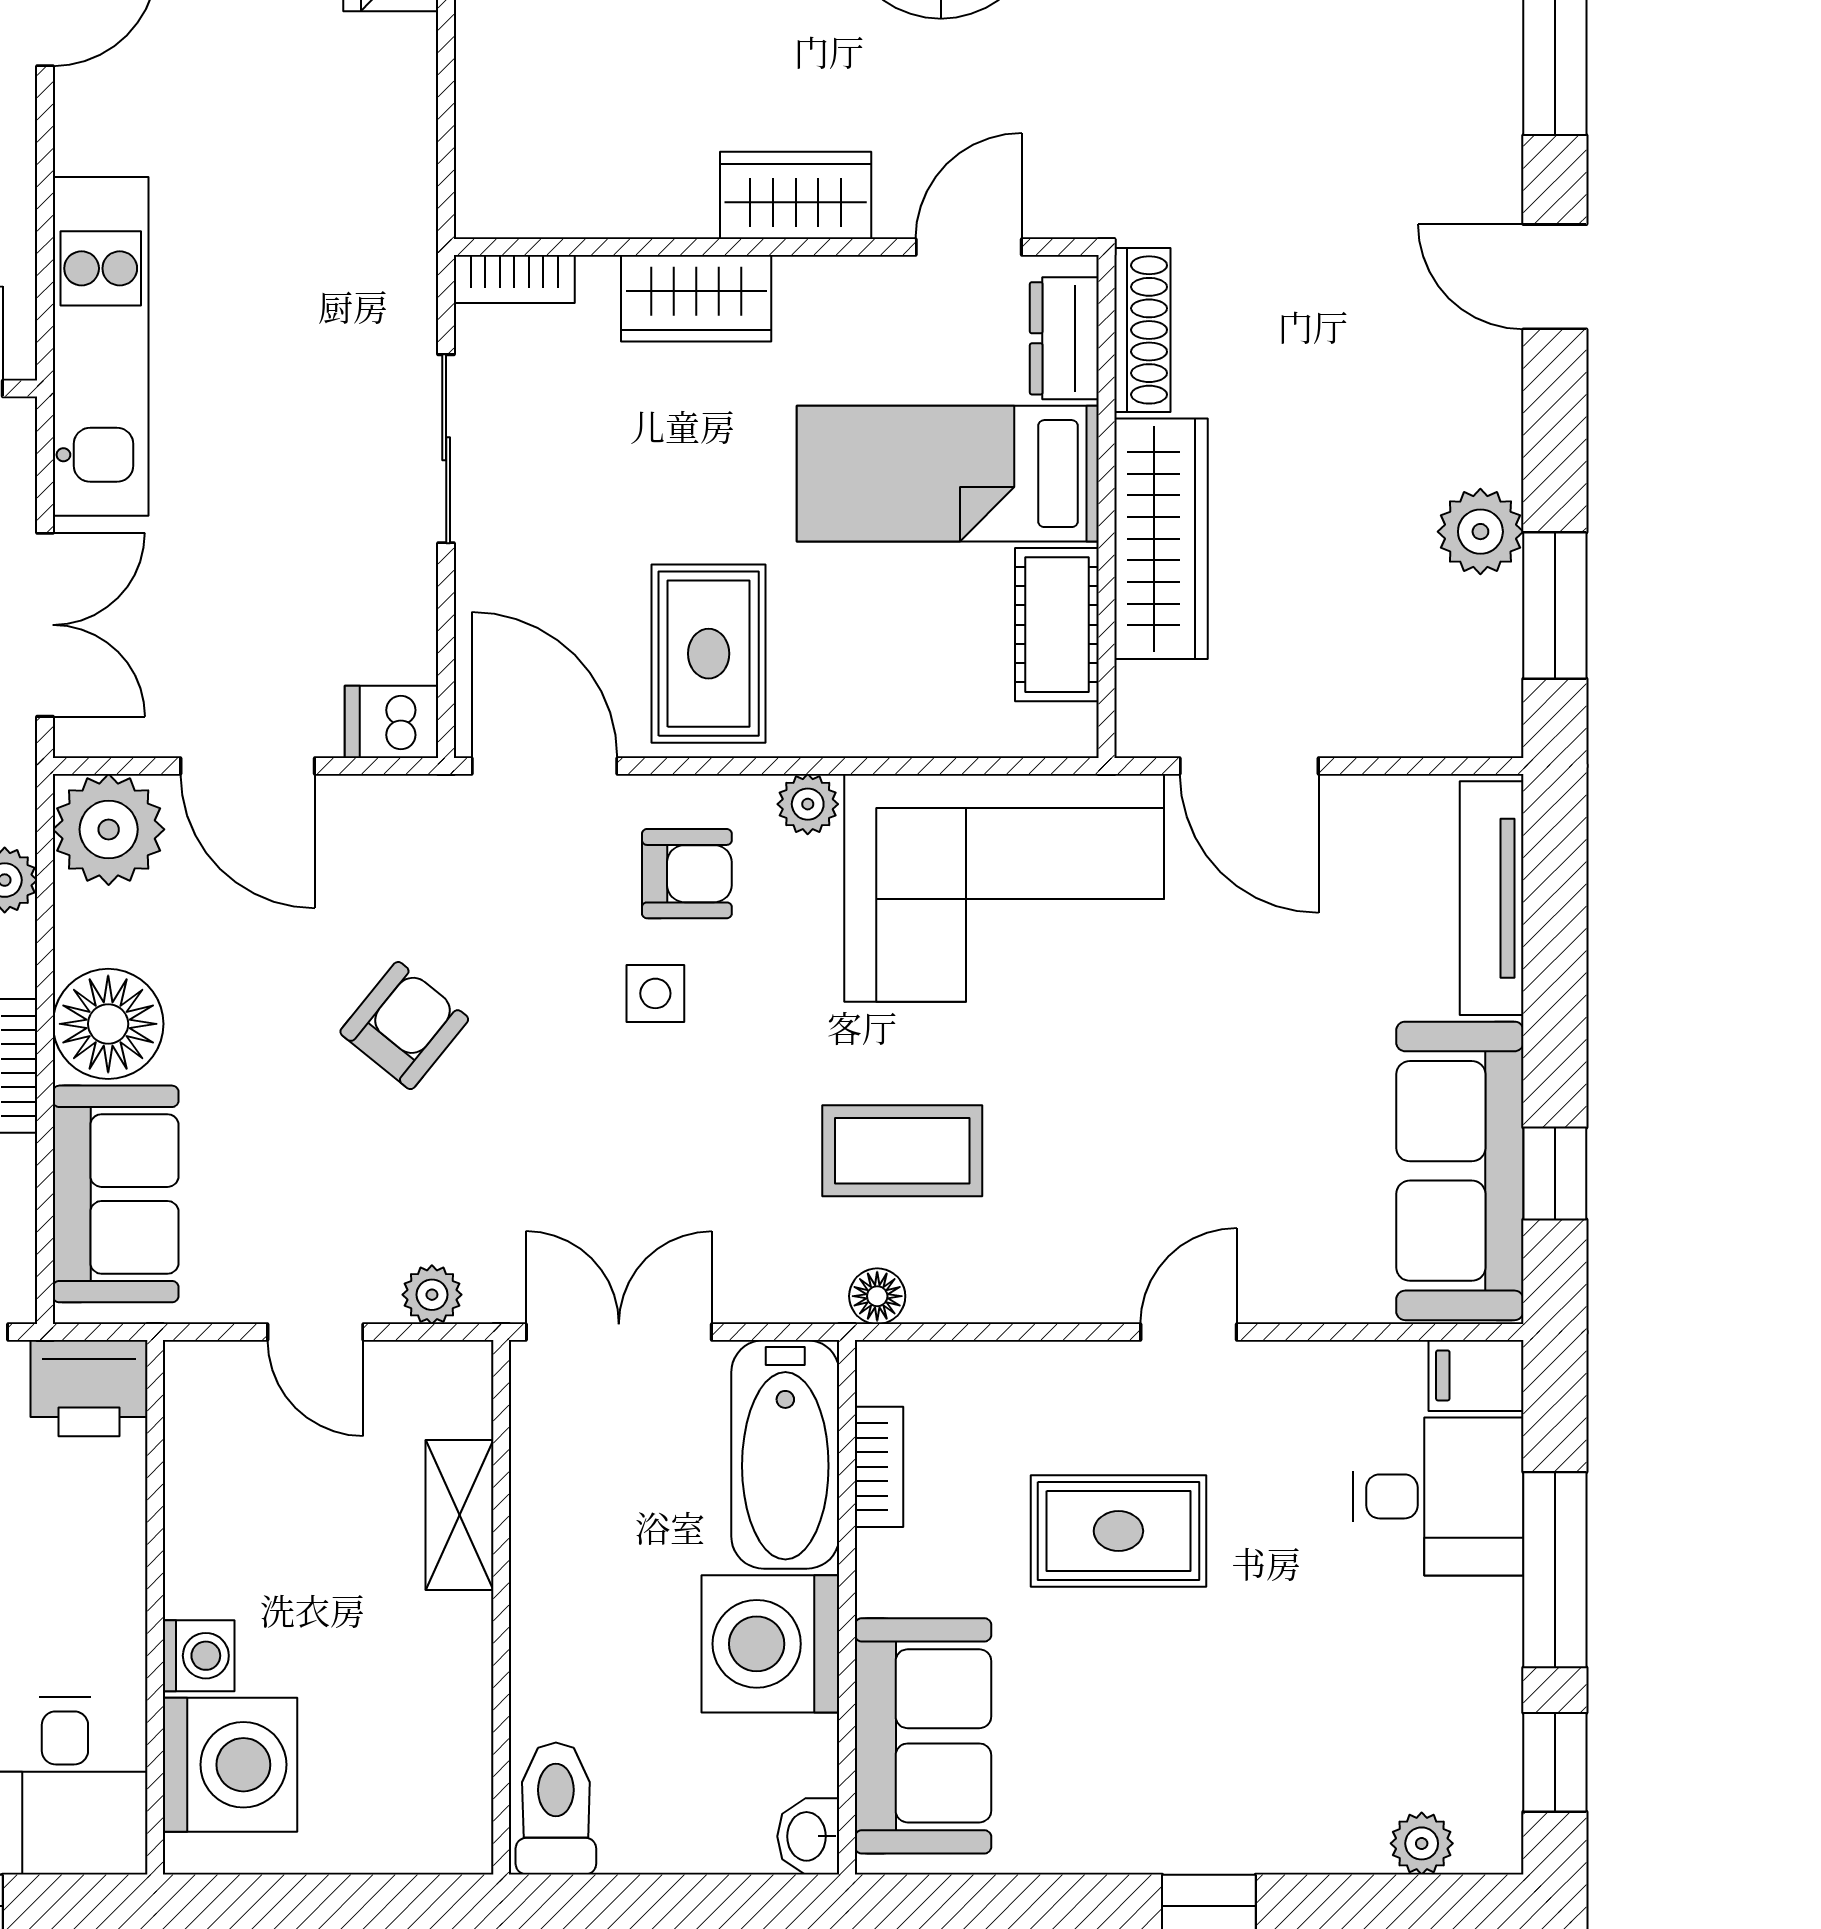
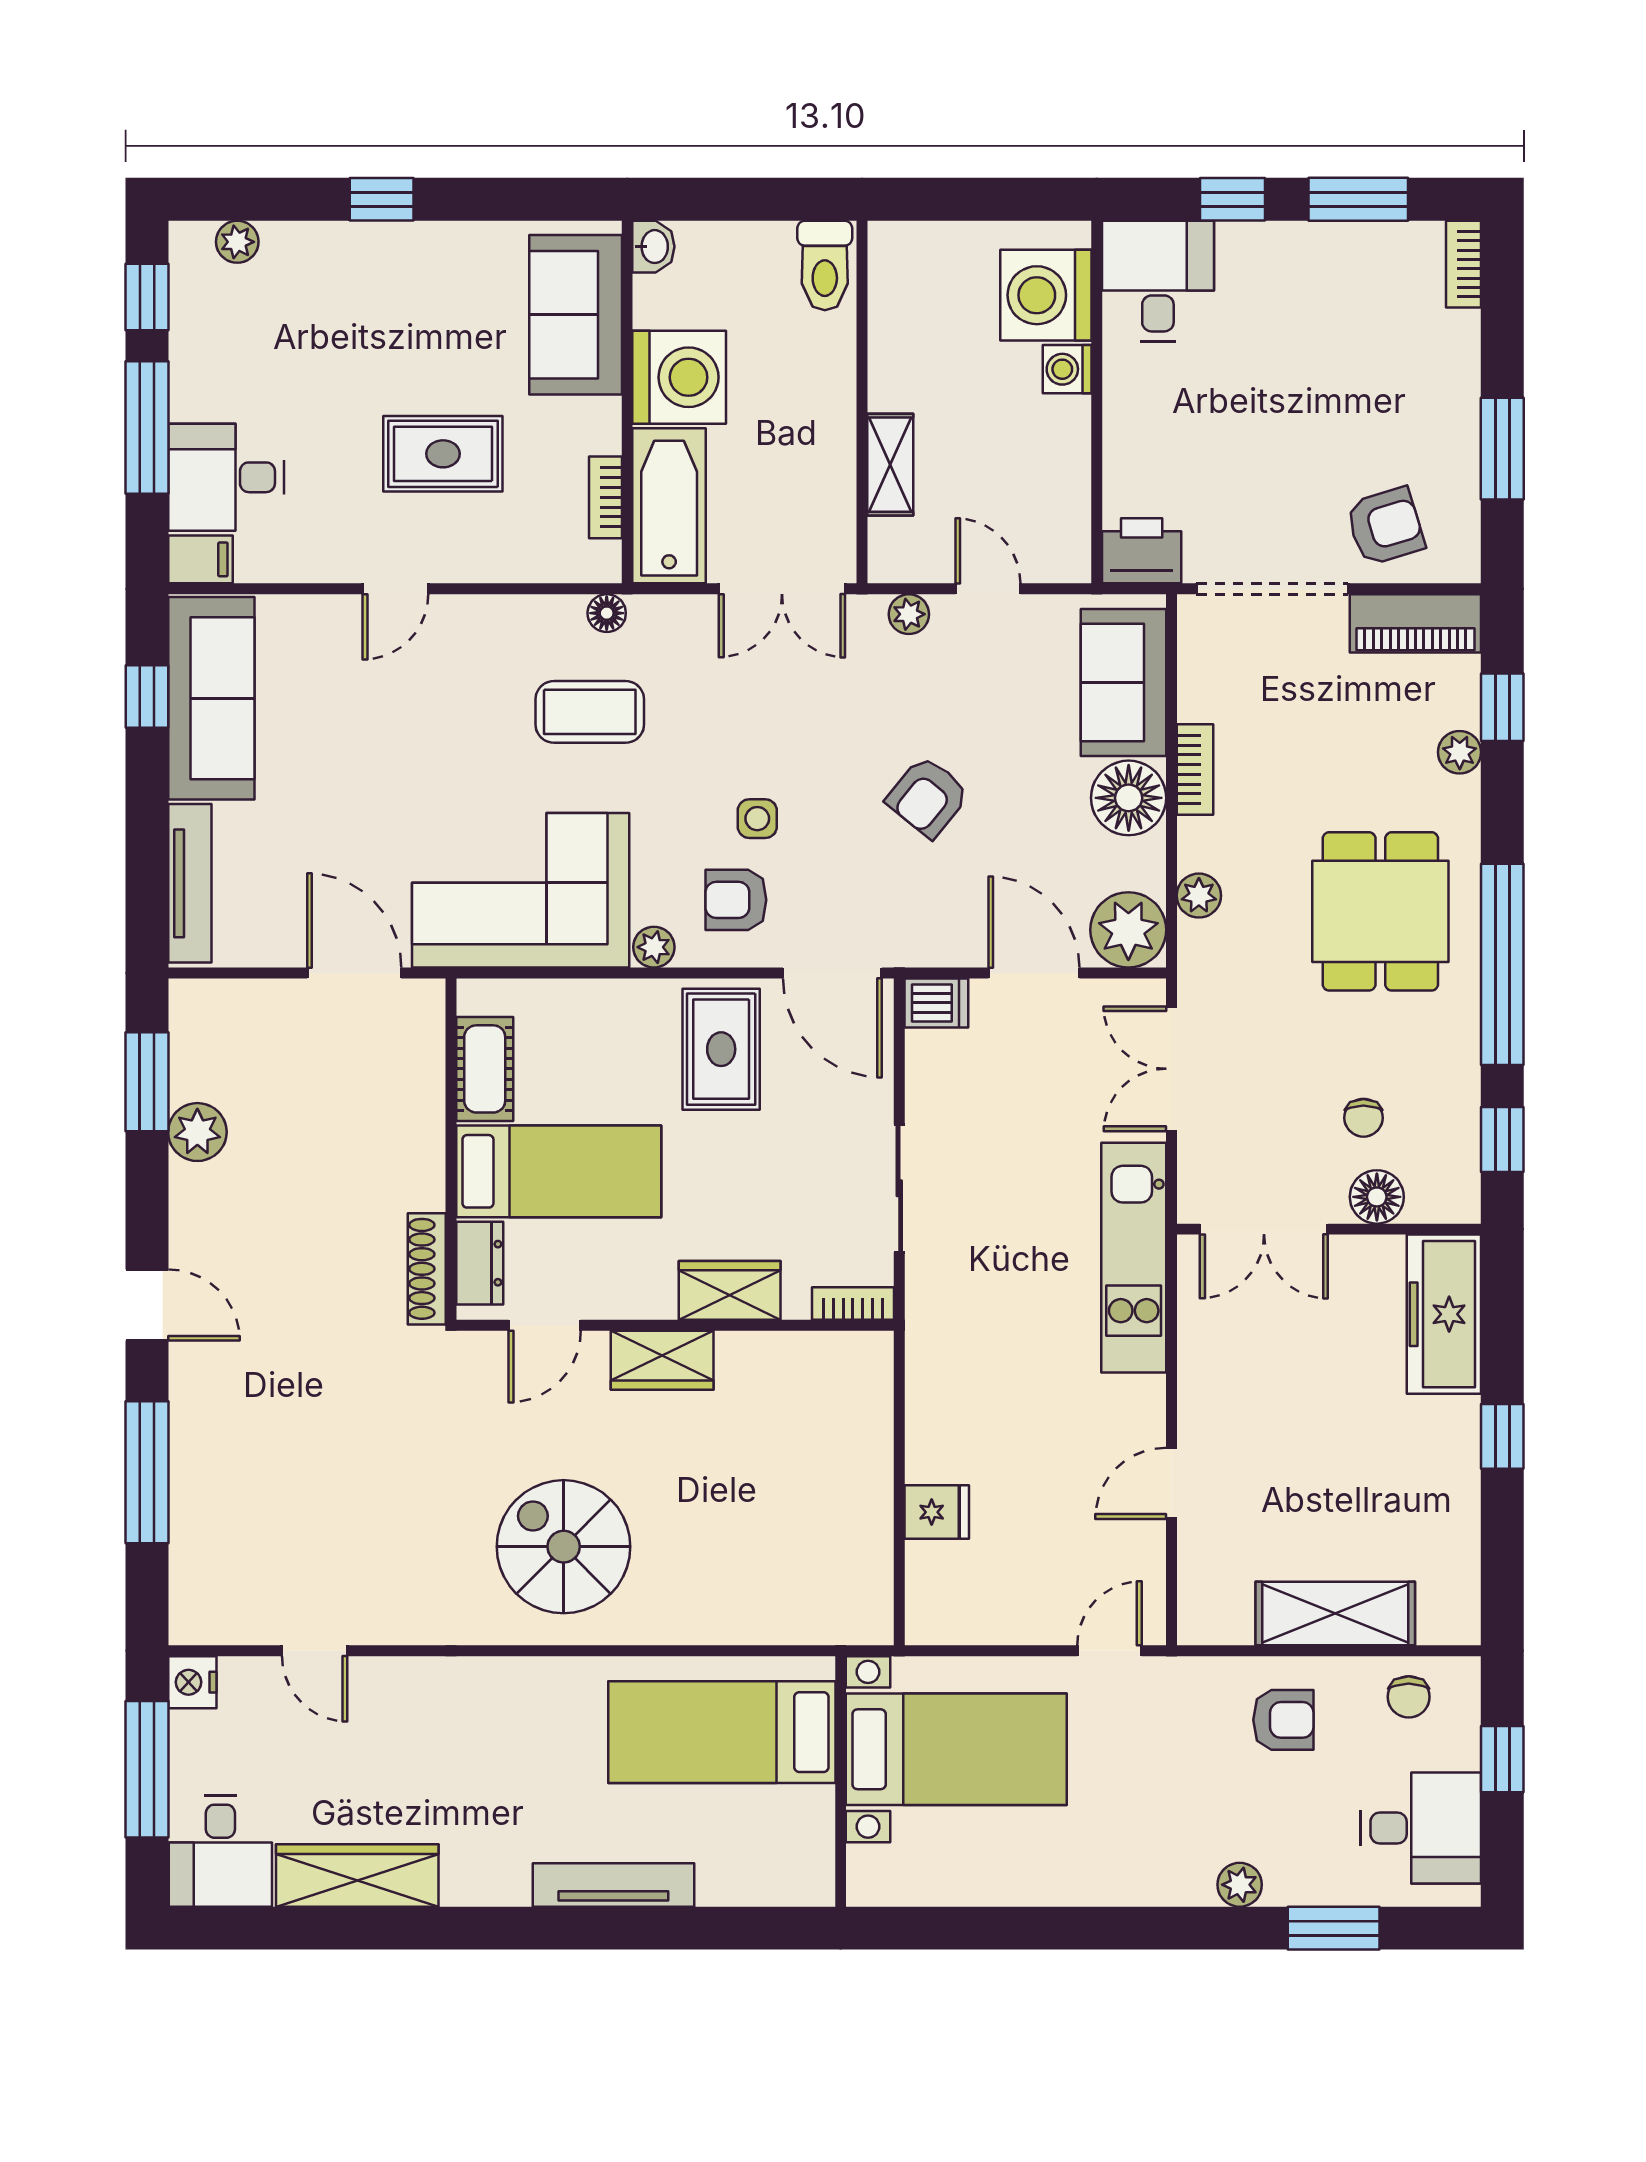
wardrobe: (1161, 539) -> (414, 1127), removed

